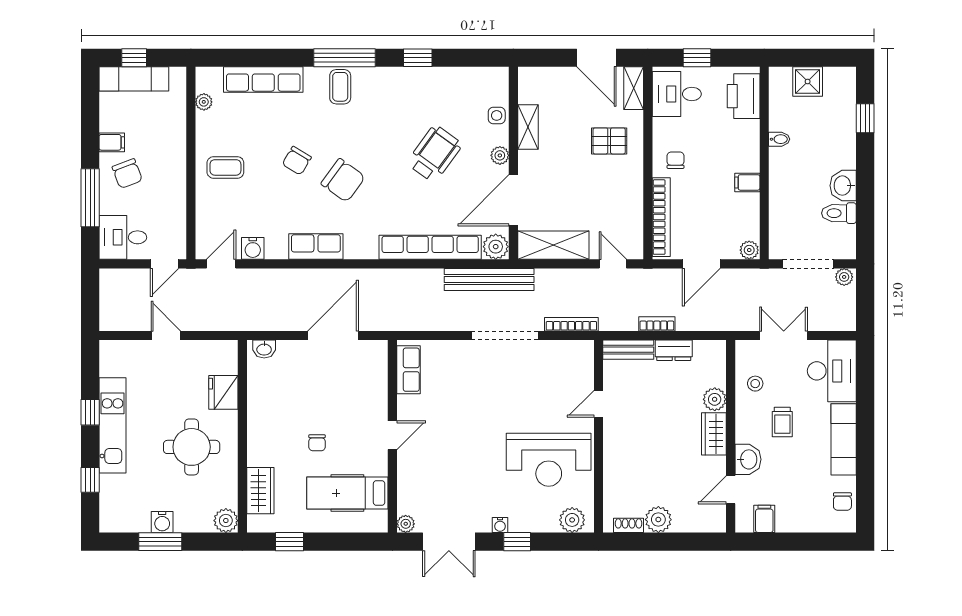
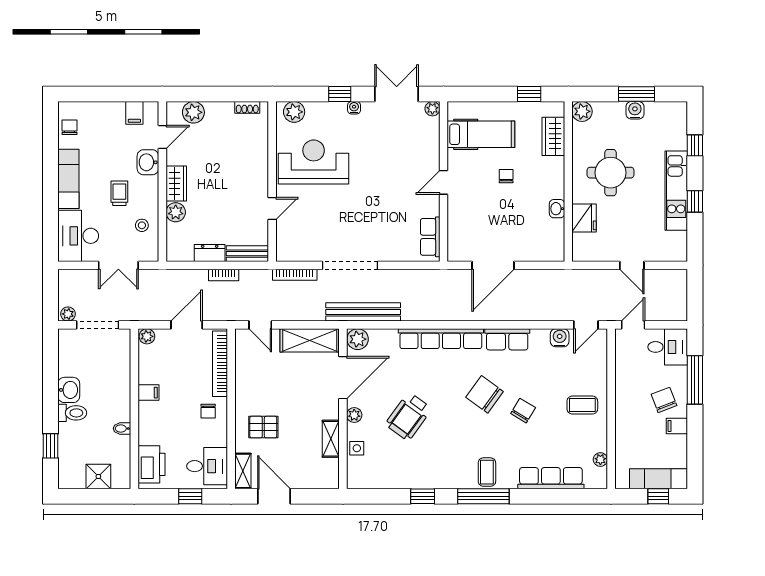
toilet: (839, 213) -> (72, 413), moved
row of seats: (430, 247) -> (441, 339), moved
washbasin: (264, 349) -> (557, 209), moved, turned -90
plant: (658, 520) -> (193, 112), moved

